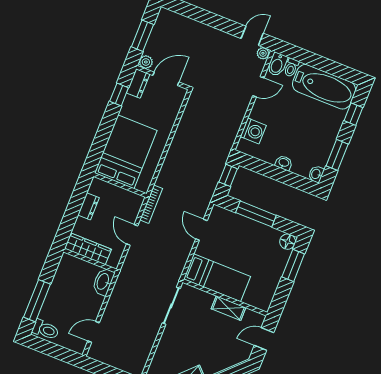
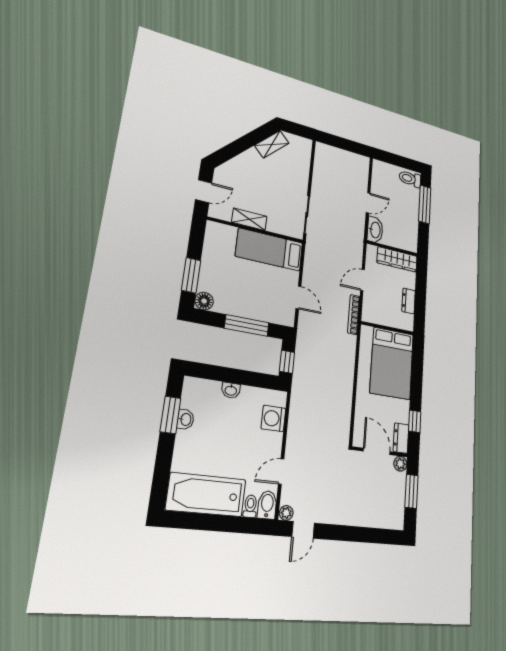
door: (166, 79) -> (377, 451), swing flipped
window: (353, 114) -> (162, 471), removed
washbasin: (316, 174) -> (185, 419), moved
door: (132, 235) -> (362, 280), swing flipped
door: (94, 332) -> (368, 203), moved

